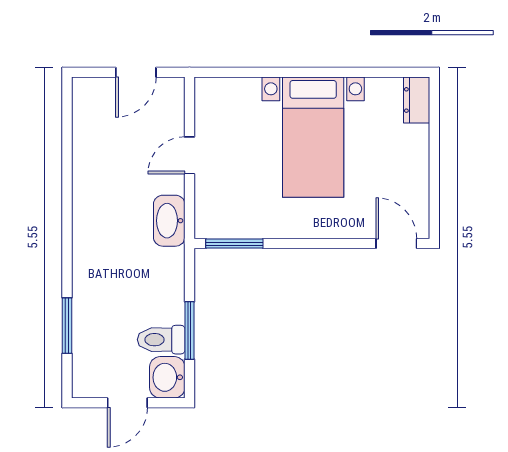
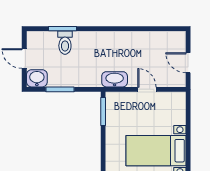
toilet: (161, 340) -> (65, 43), moved, turned 180

